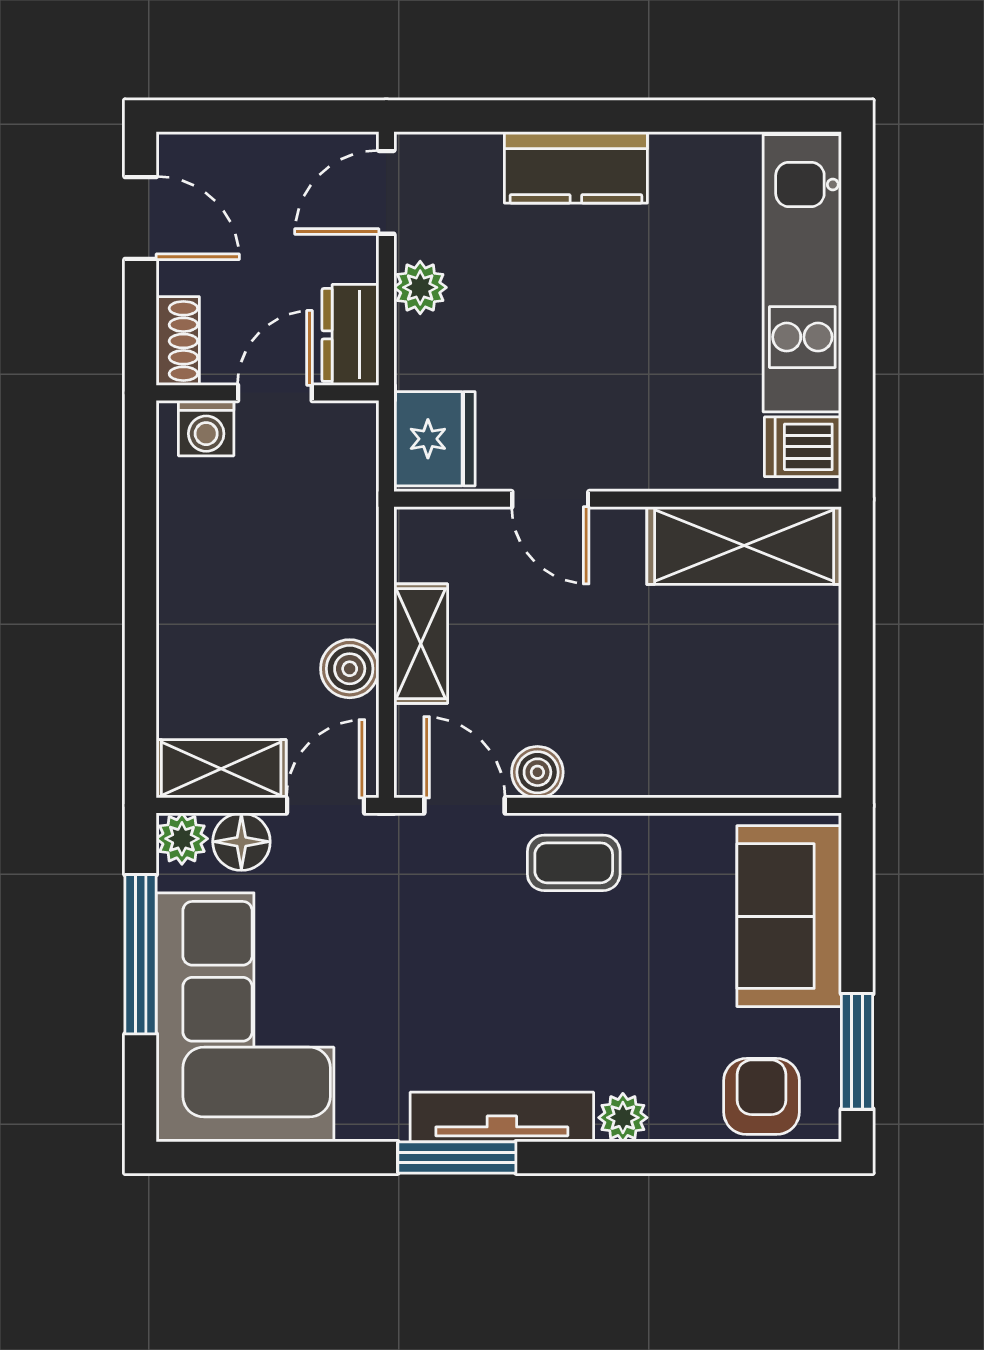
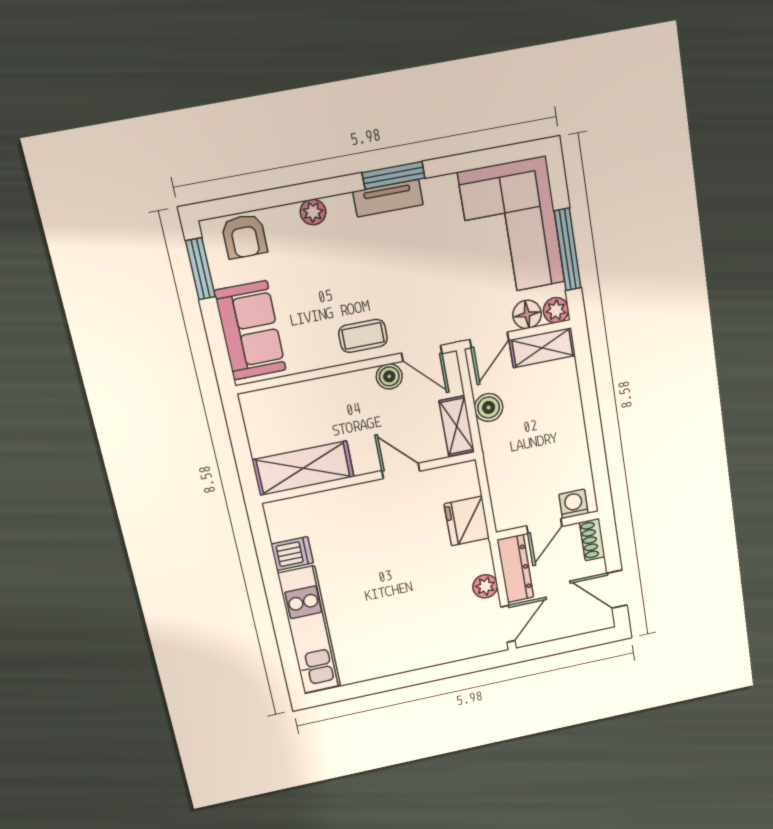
kitchen counter: (576, 167) -> (423, 653), removed
dresser: (350, 335) -> (515, 569), width x1.44
door: (550, 499) -> (401, 471), moved
wall: (618, 499) -> (369, 477), moved
shelving: (744, 546) -> (303, 468), moved
tv unit: (502, 1117) -> (388, 198), width x0.71

